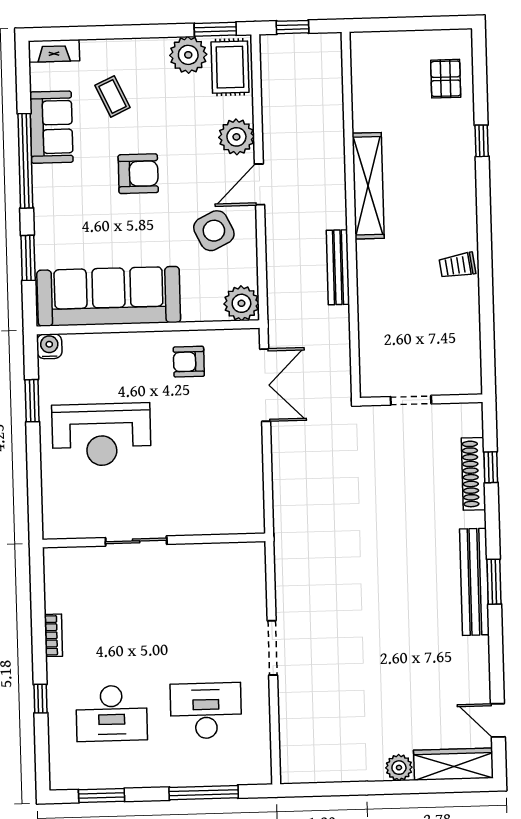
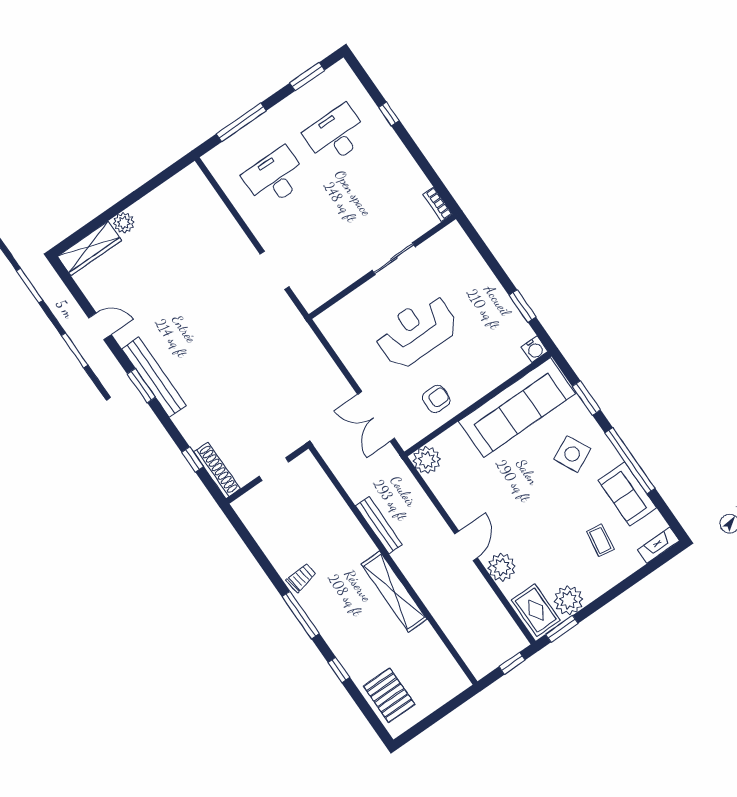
pallet: (446, 79) -> (389, 695), width x1.50, depth x1.42
coffee table: (113, 96) -> (600, 540), turned 34
armchair: (138, 174) -> (550, 501), removed
window: (484, 226) -> (301, 615), added
side table: (214, 231) -> (572, 454), moved
reception desk: (101, 435) -> (416, 331), moved
shoe rack: (473, 474) -> (217, 470), moved
bookcase: (53, 635) -> (438, 204), moved
doorway: (272, 648) -> (275, 270), moved
desk: (206, 711) -> (275, 177), turned 180
door: (498, 720) -> (100, 326), moved

